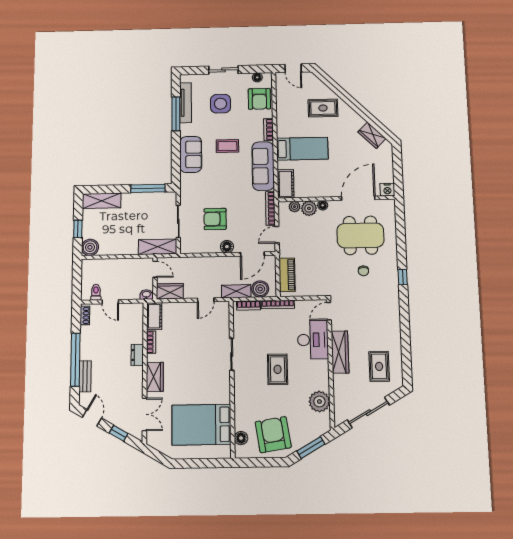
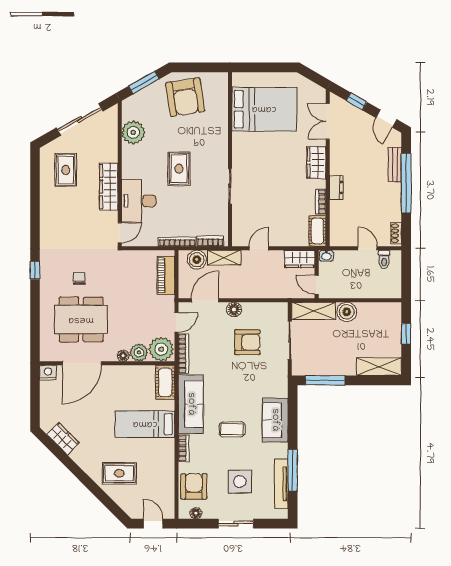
plant: (295, 207) -> (161, 349), width x1.88, depth x1.88
boiler: (90, 247) -> (347, 312), moved
floor lamp: (241, 438) -> (221, 94), removed

